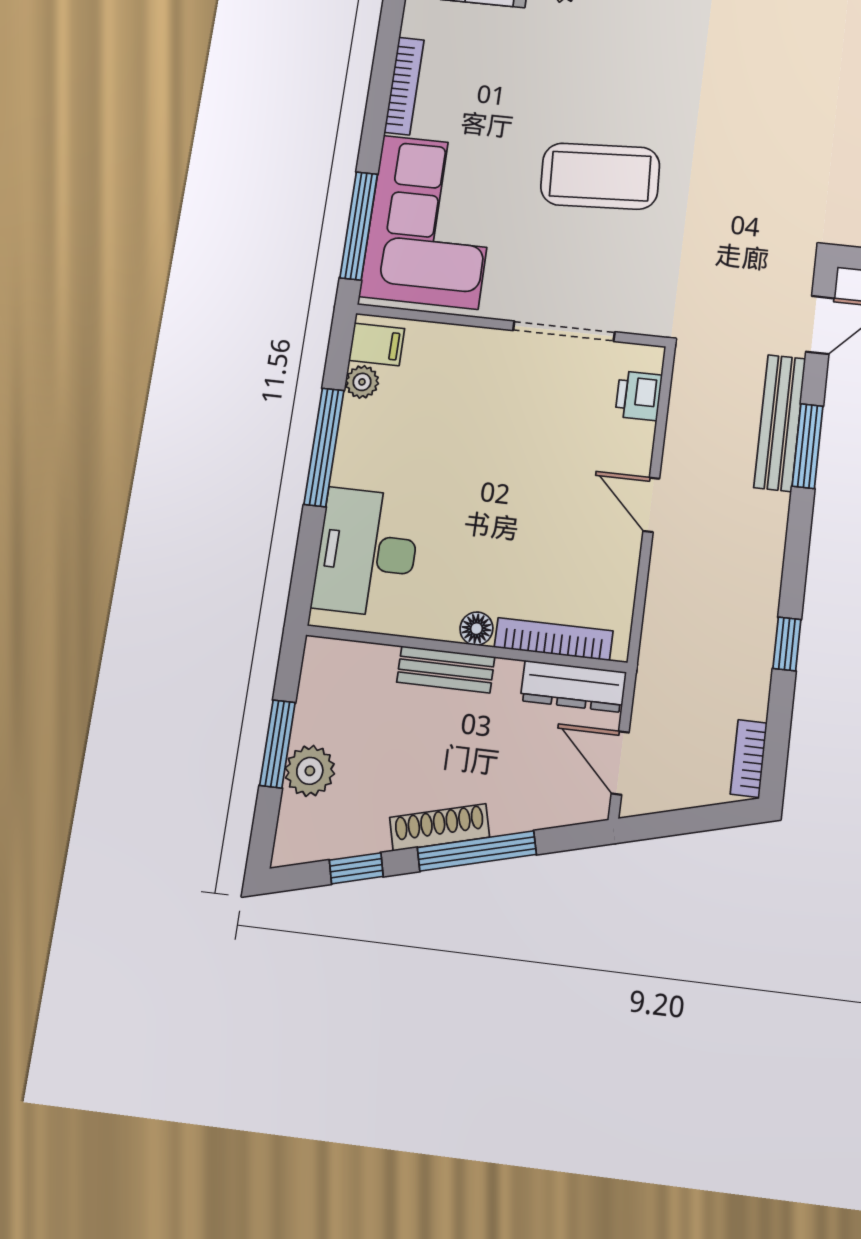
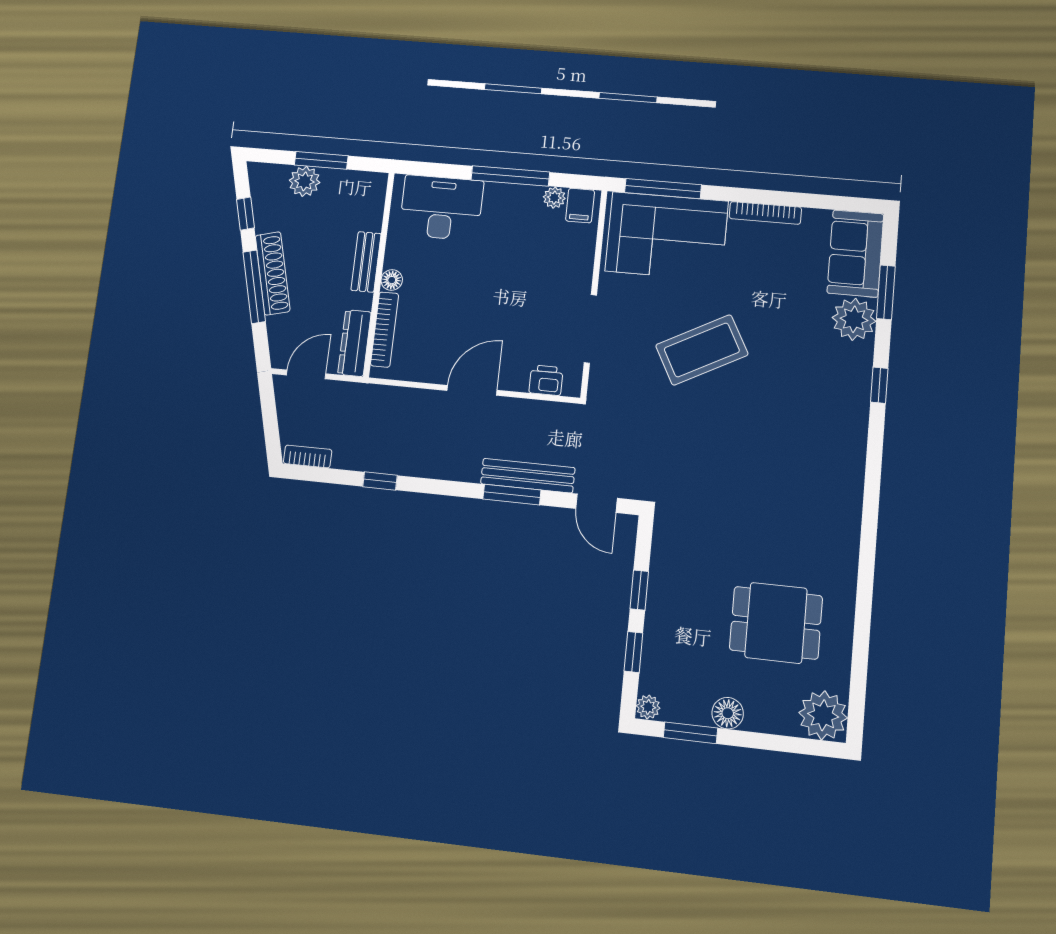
coffee table: (600, 176) -> (702, 350), turned 65
door: (651, 505) -> (472, 390), width x1.38
shoe rack: (440, 827) -> (273, 273), width x1.36, depth x1.24

